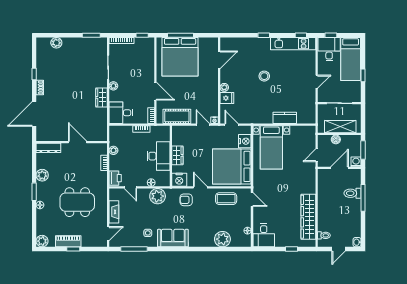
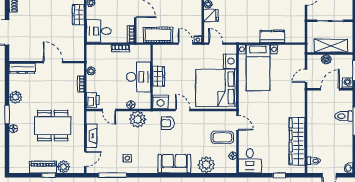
coffee table: (226, 199) -> (222, 137), moved
sofa: (173, 238) -> (174, 164), moved
plant: (42, 241) -> (63, 167), moved

